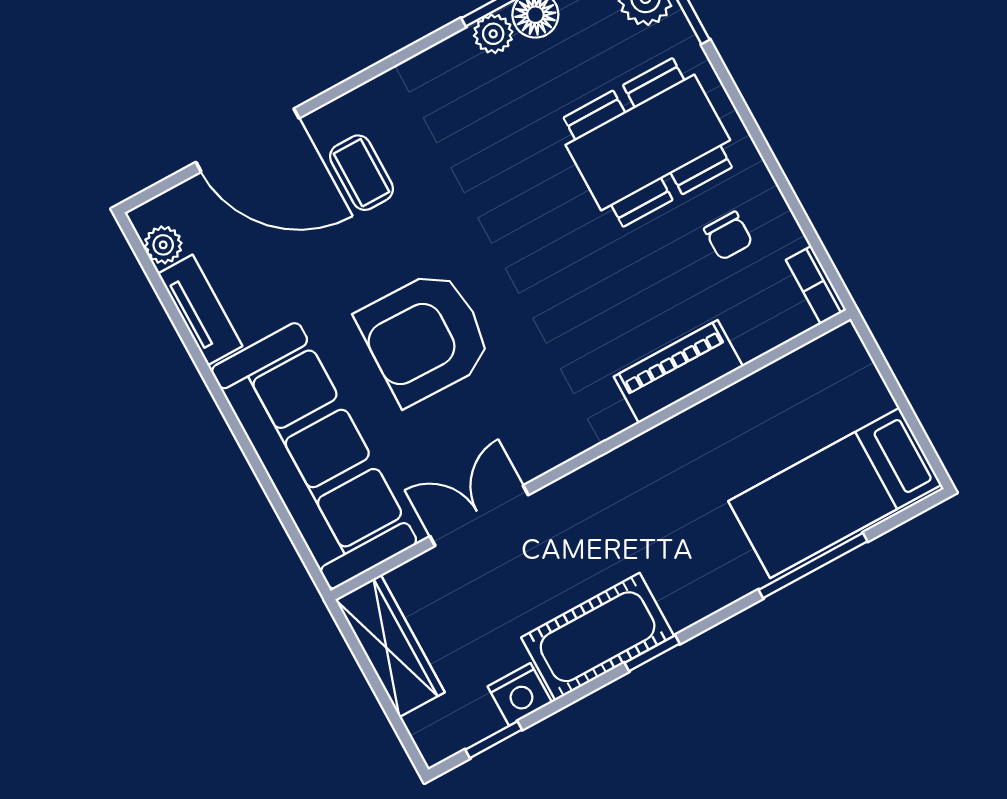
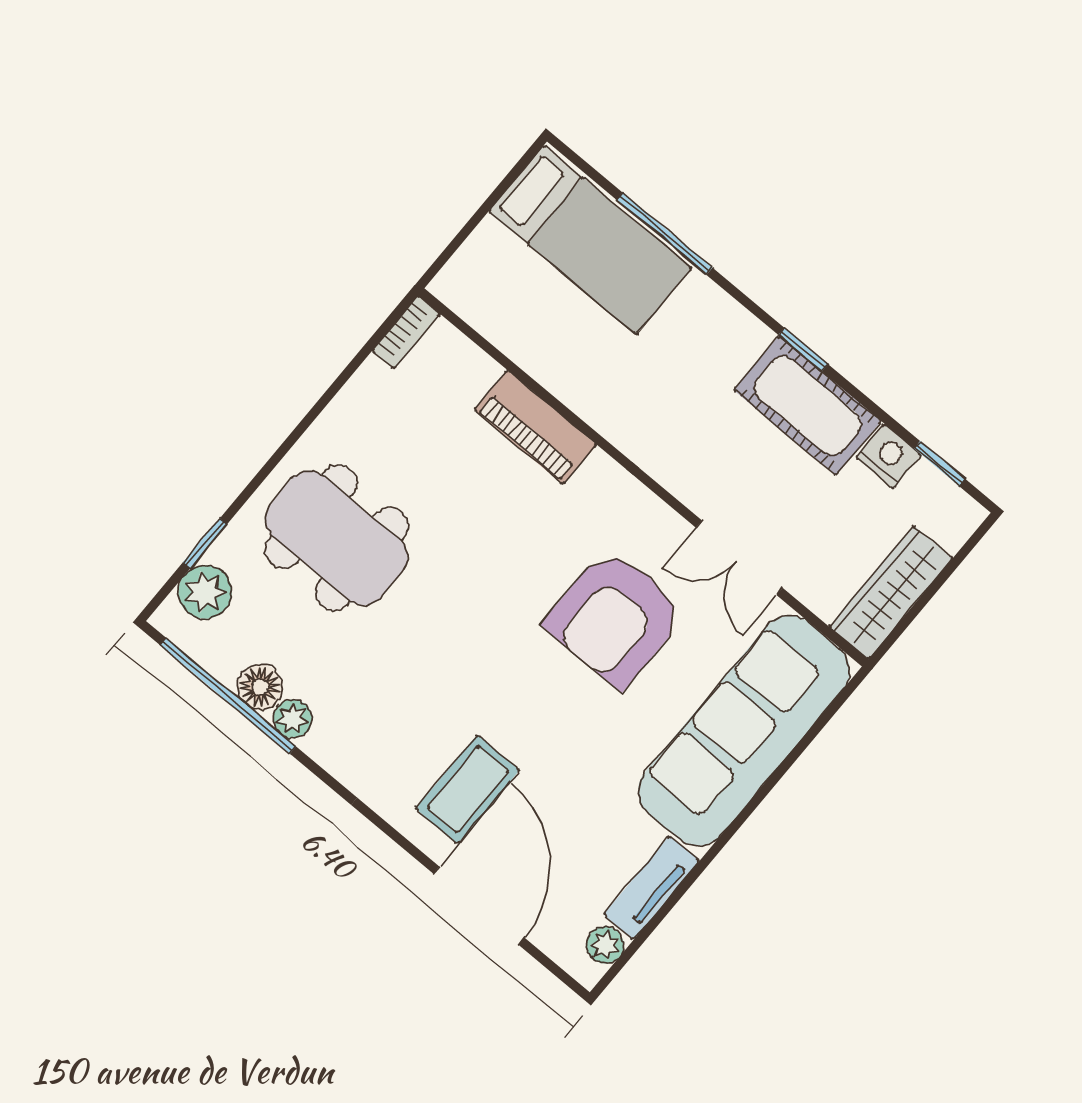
coffee table: (361, 173) -> (468, 789), width x1.36, depth x1.30
chair: (728, 236) -> (393, 430), removed
armchair: (425, 337) -> (615, 618), moved, turned 89

